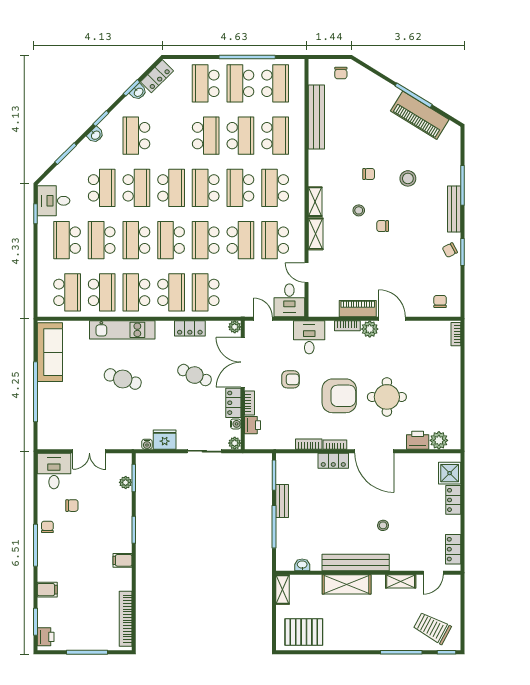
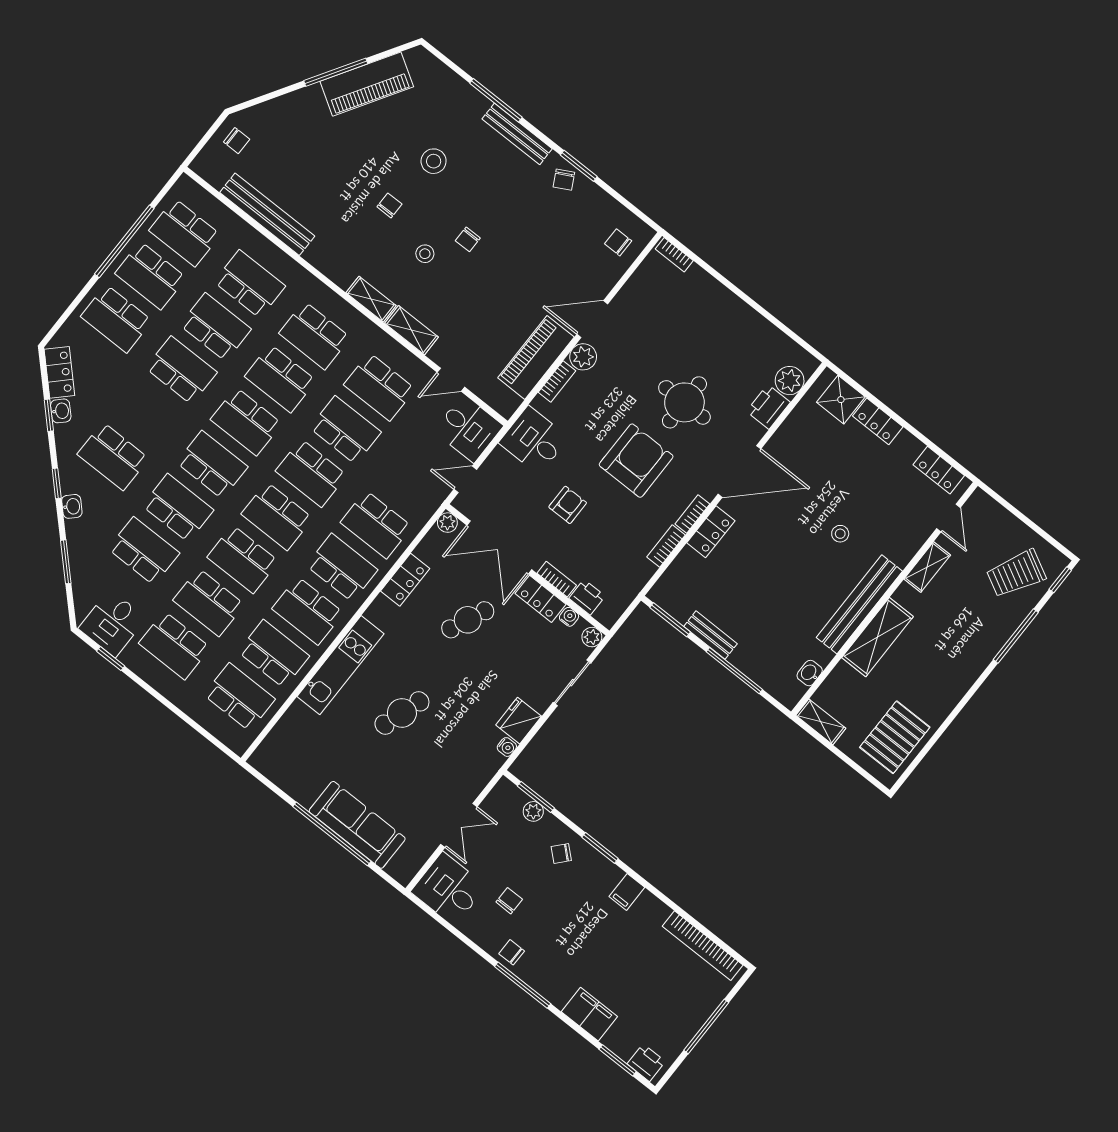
school desk: (275, 83) -> (185, 232), turned 180
piano: (358, 309) -> (536, 357), width x1.37, depth x1.33
sofa: (50, 352) -> (357, 825), moved
chair: (116, 513) -> (561, 853), added
filing cabinet: (47, 590) -> (589, 1014), width x2.00

